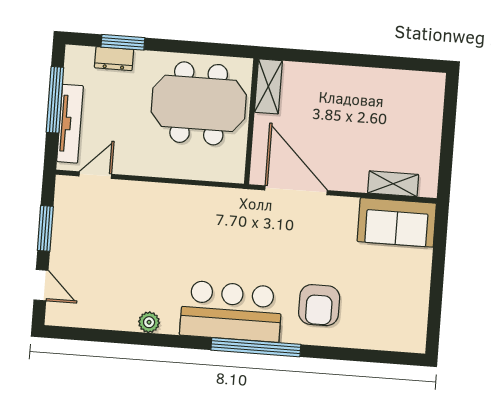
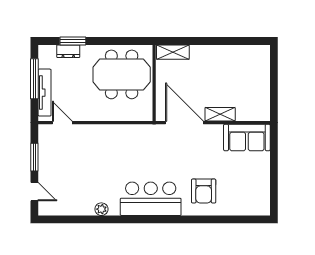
shelving: (268, 86) -> (173, 52), moved, turned 90
door: (95, 175) -> (62, 123), hinge flipped
shelving: (393, 184) -> (220, 114), moved
window: (256, 347) -> (167, 219), removed

